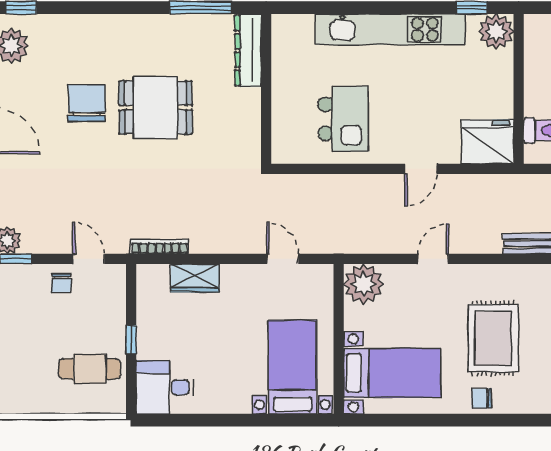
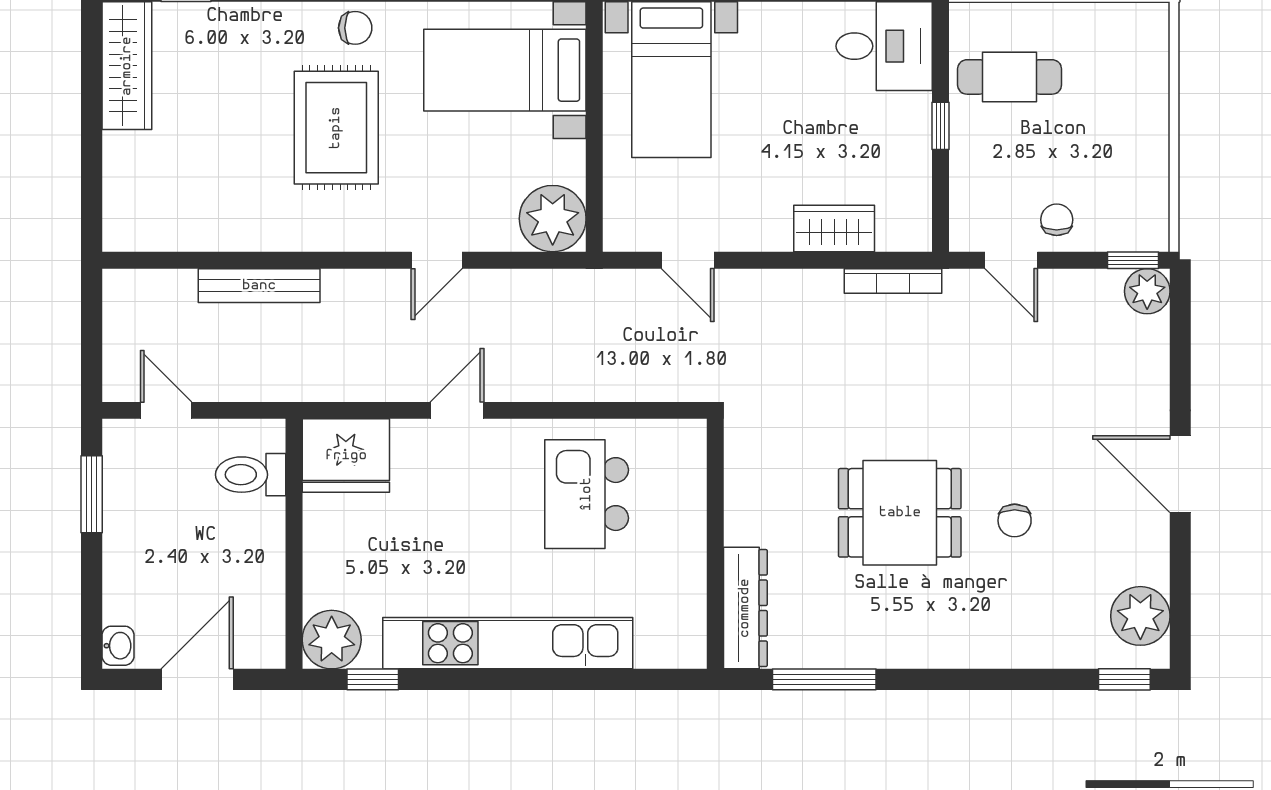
chair: (87, 103) -> (1015, 520), width x0.54, depth x0.54

